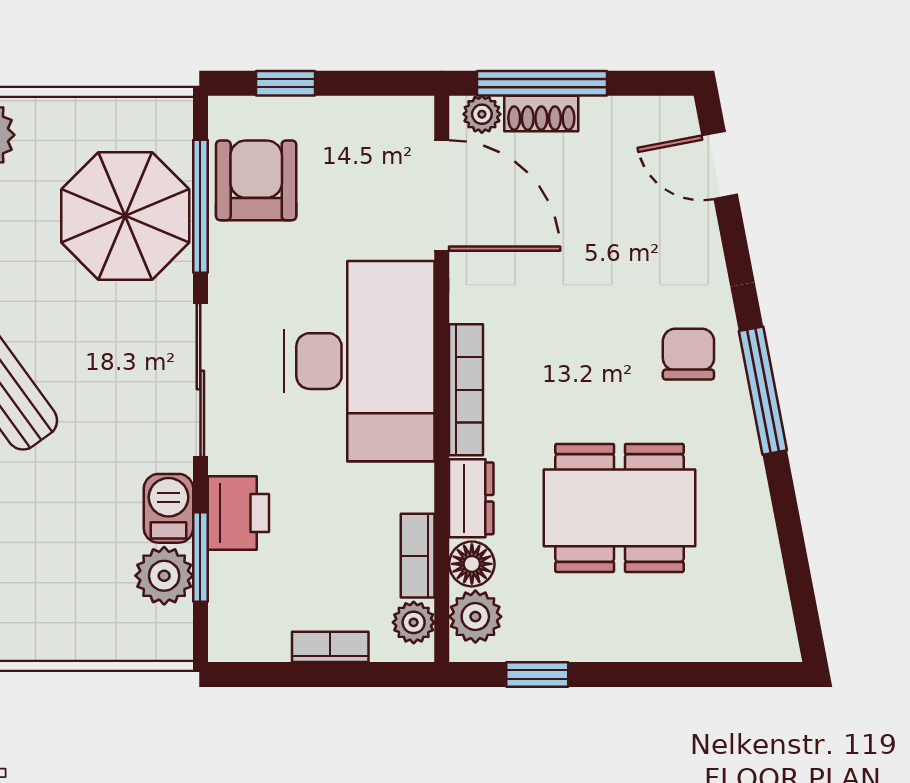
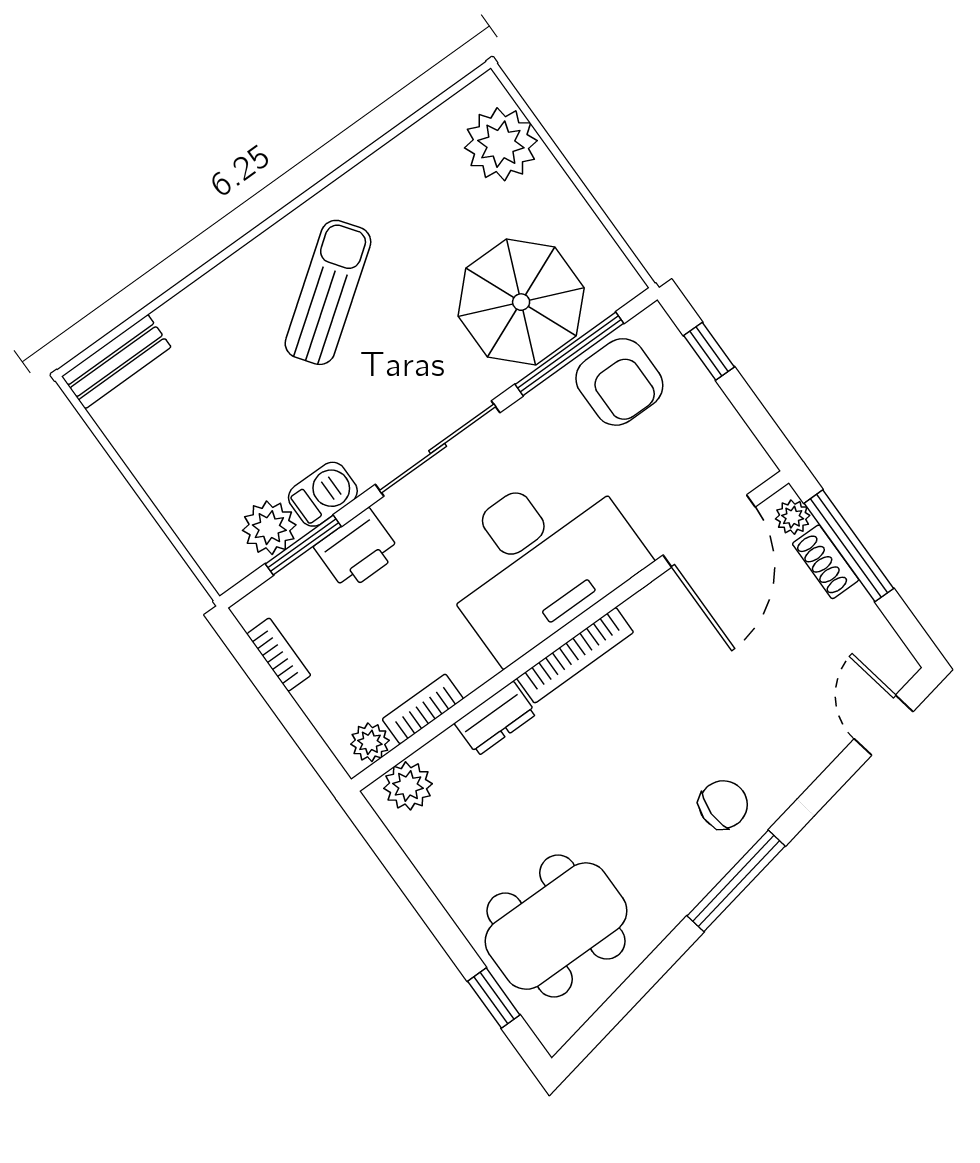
armchair: (256, 180) -> (619, 382), turned 90
dining table: (619, 508) -> (556, 926), moved, turned 90
floor lamp: (472, 564) -> (446, 755), removed
bookcase: (330, 647) -> (279, 655), moved
window: (537, 674) -> (494, 998), moved

